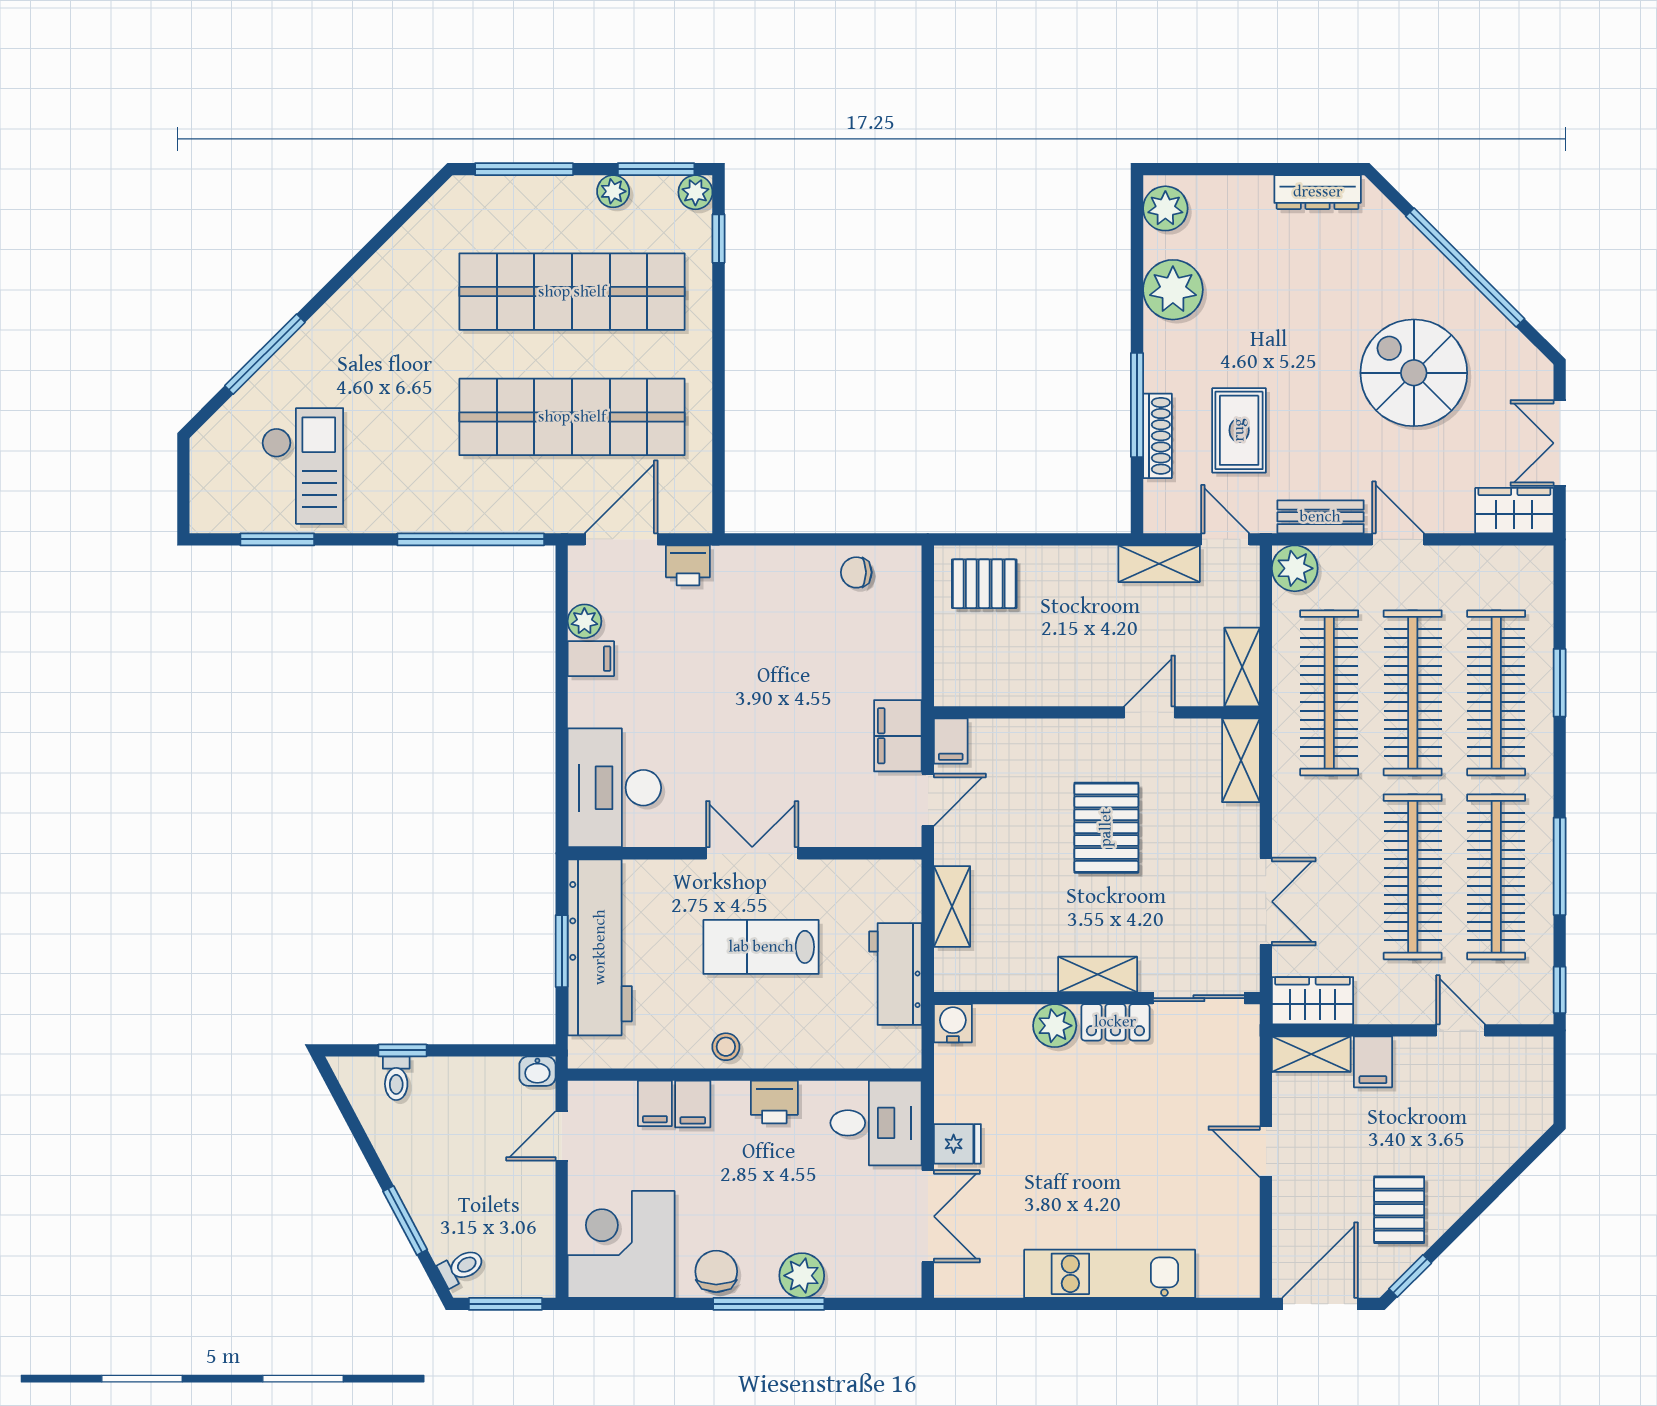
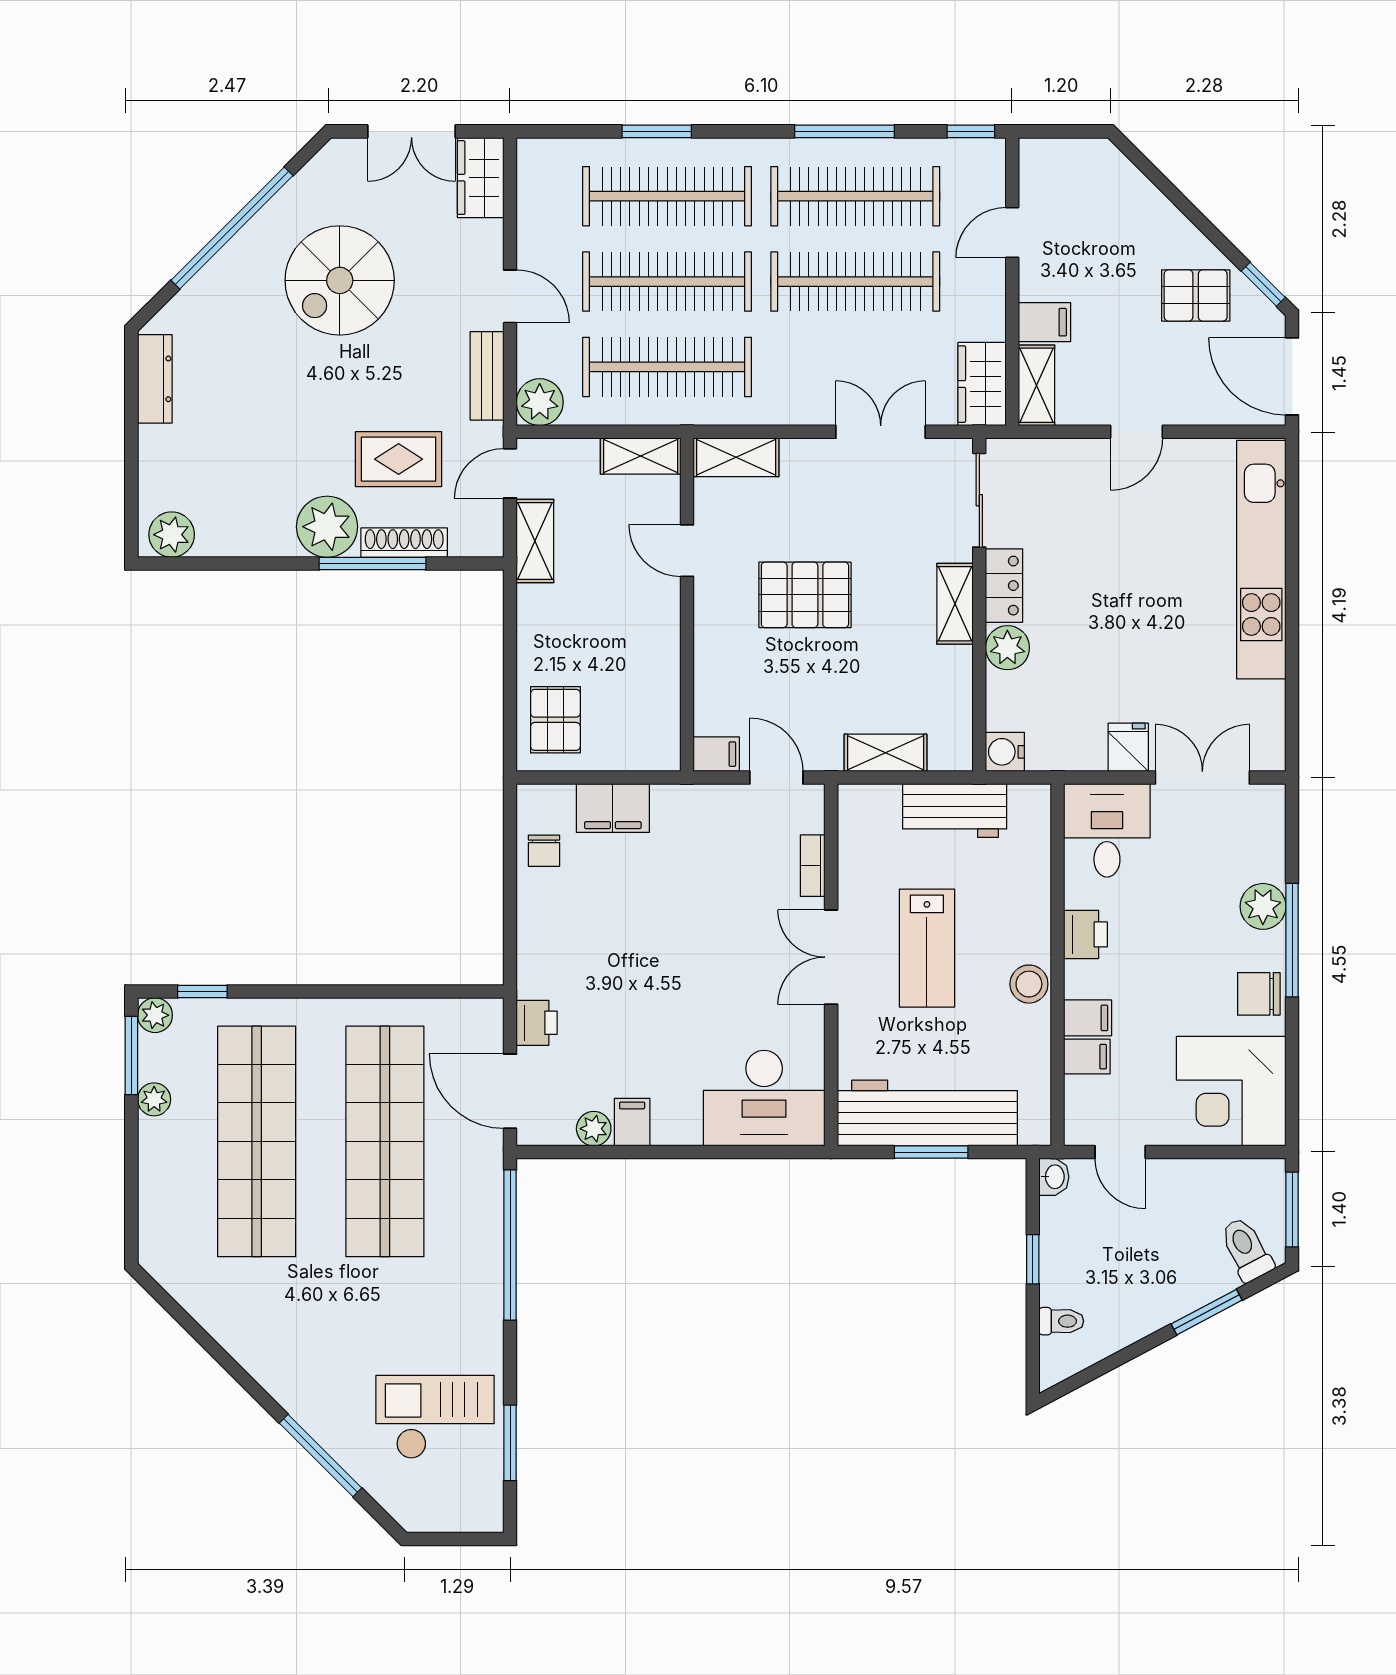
window: (524, 169) -> (131, 1190), removed
plant: (1173, 290) -> (327, 527), moved
door: (1398, 539) -> (510, 296), swing flipped
filing cabinet: (898, 736) -> (613, 808), moved
bookcase: (842, 835) -> (813, 866), added
stool: (726, 1047) -> (1029, 984), width x1.37, depth x1.37
window: (402, 1050) -> (1033, 1259), moved
toilet: (461, 1267) -> (1246, 1249), width x1.37, depth x1.39
kitchen unit: (1110, 1274) -> (1261, 560), width x1.36

